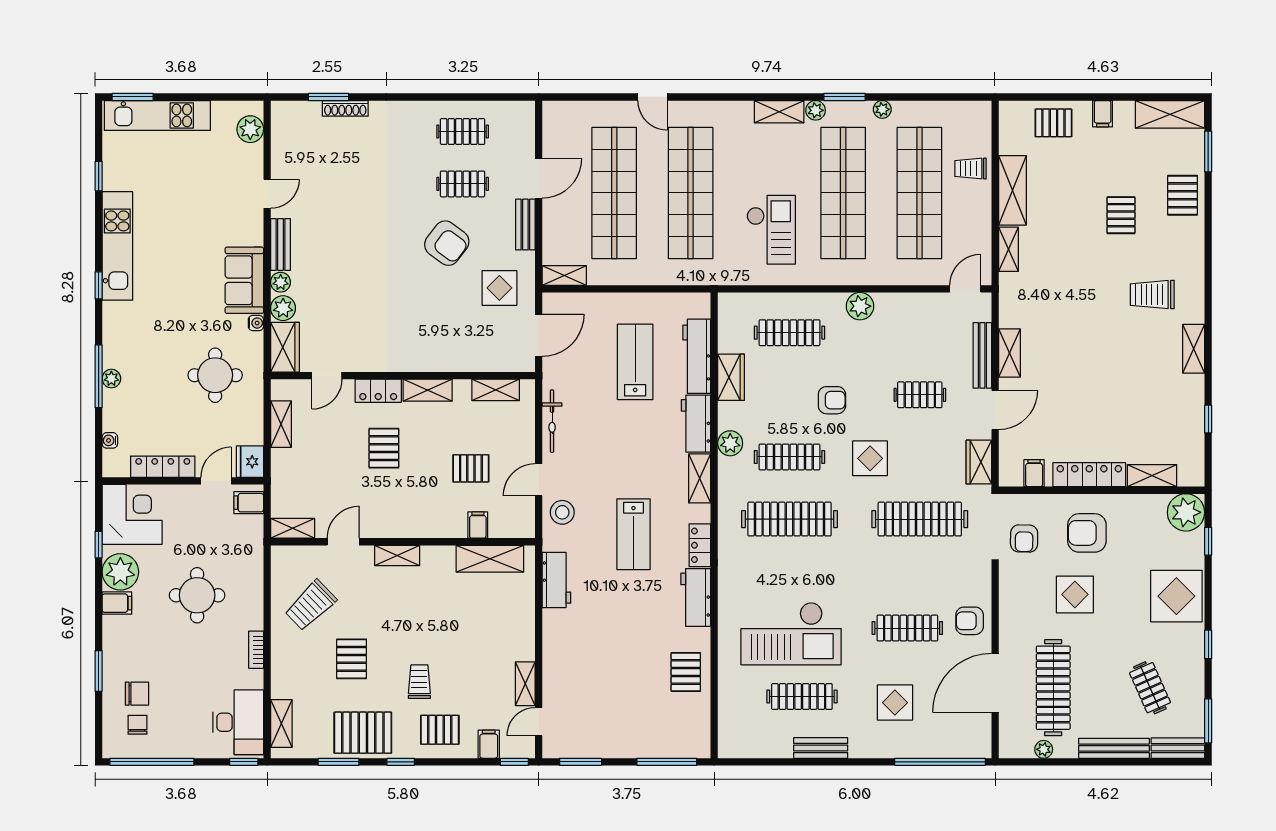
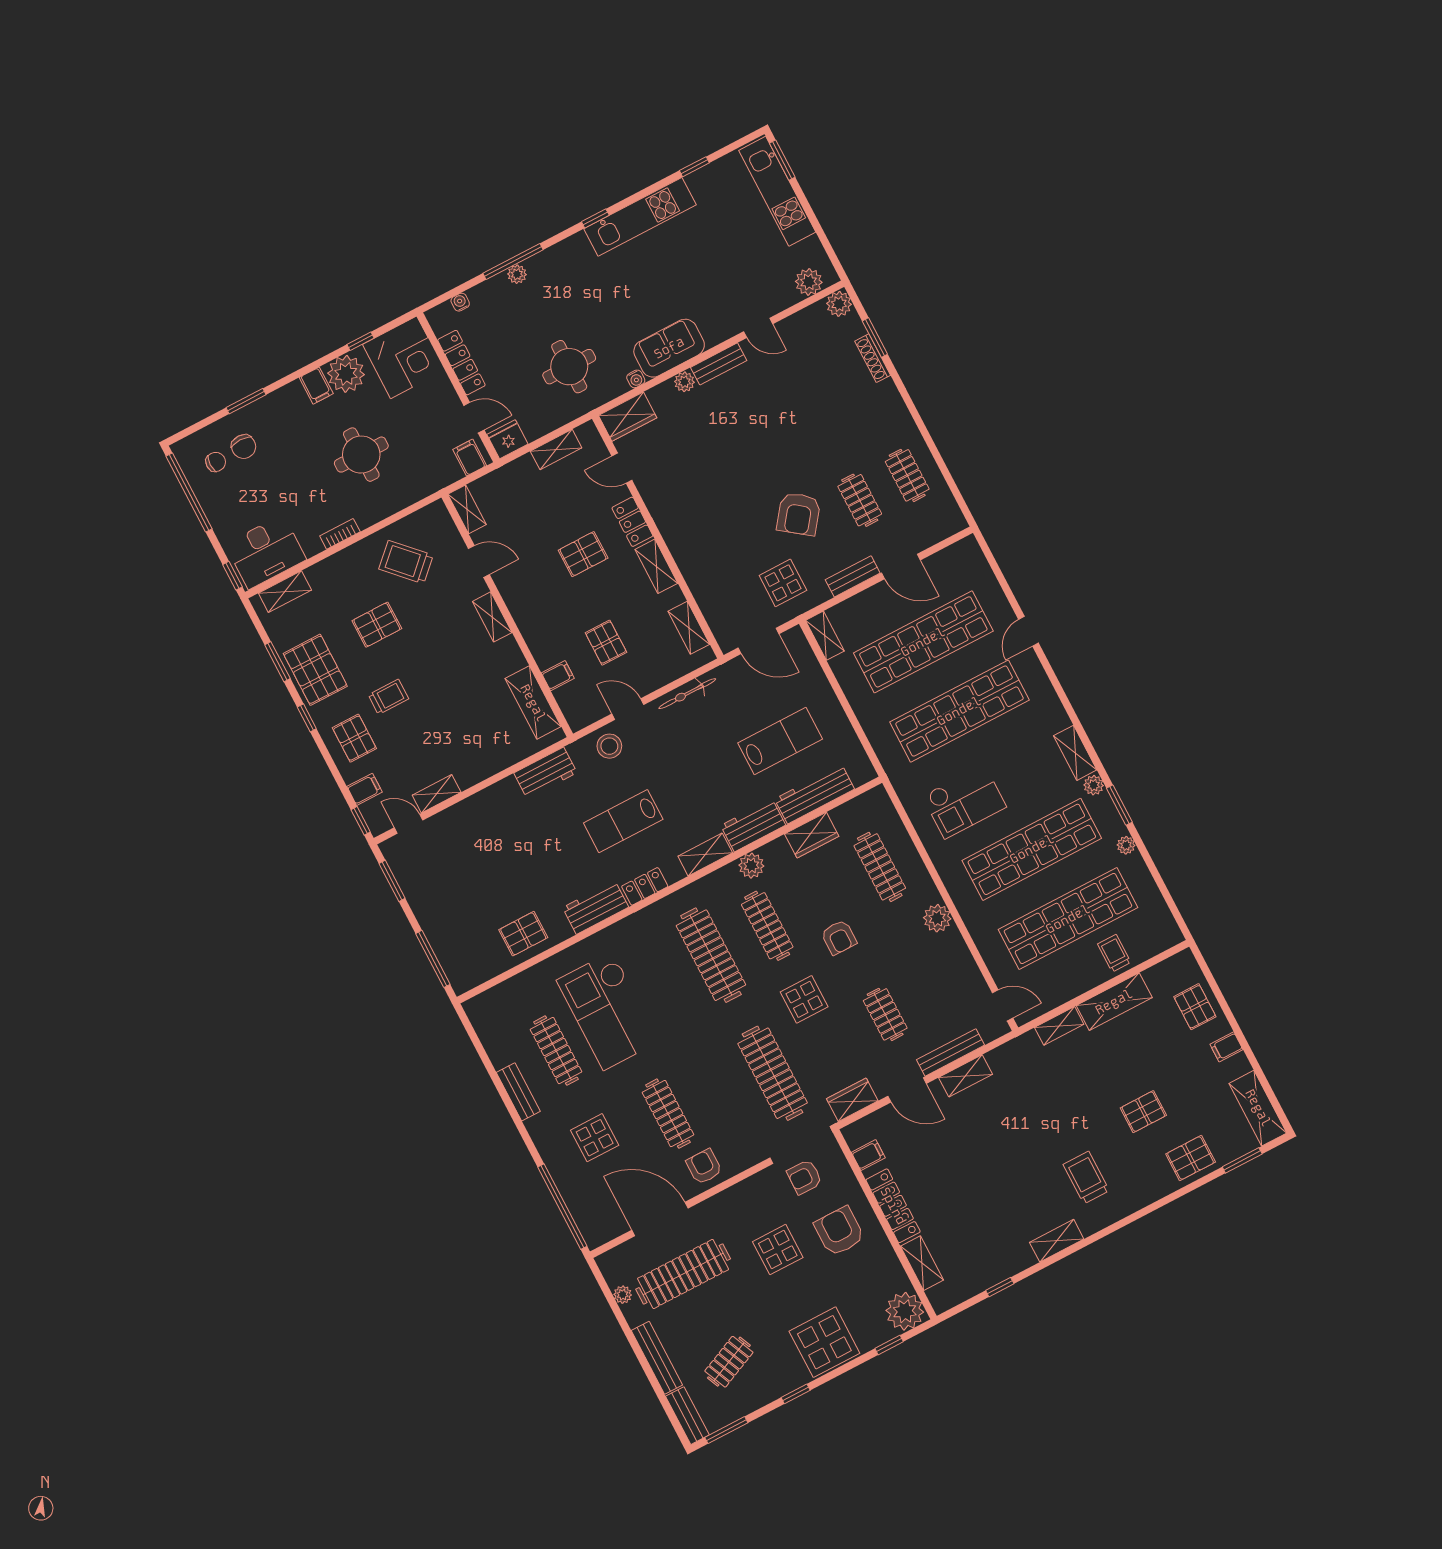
plant: (283, 308) -> (839, 304), moved

